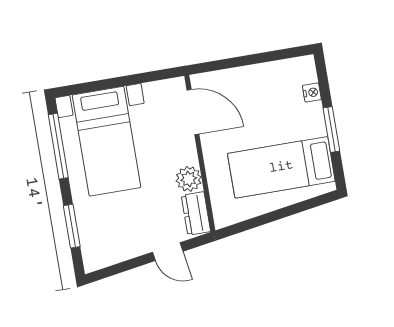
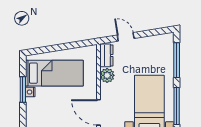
nightstand: (312, 92) -> (30, 92), moved
window: (72, 226) -> (177, 60), width x1.44

